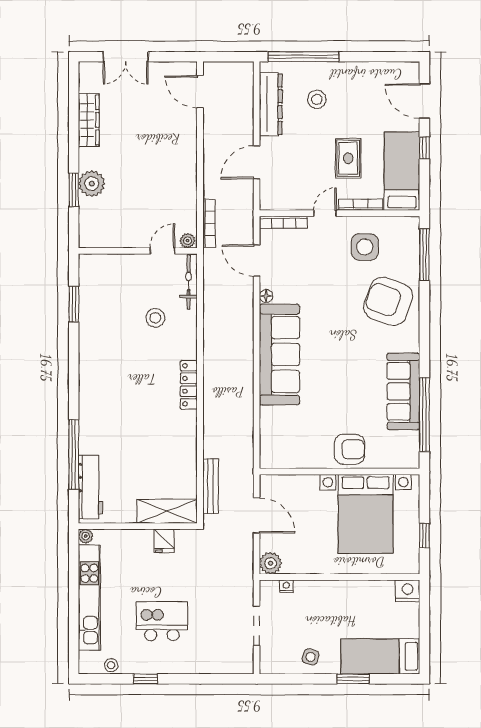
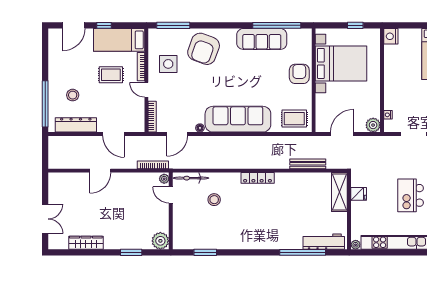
door: (200, 92) -> (100, 171), moved
plant: (92, 184) -> (160, 241), moved
rug: (280, 442) -> (294, 119), added
bench: (211, 486) -> (308, 164), moved

